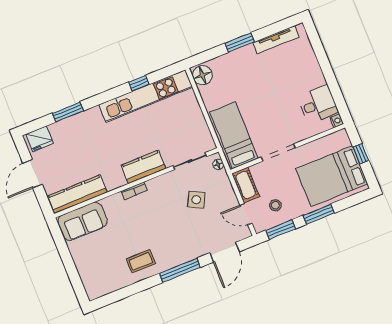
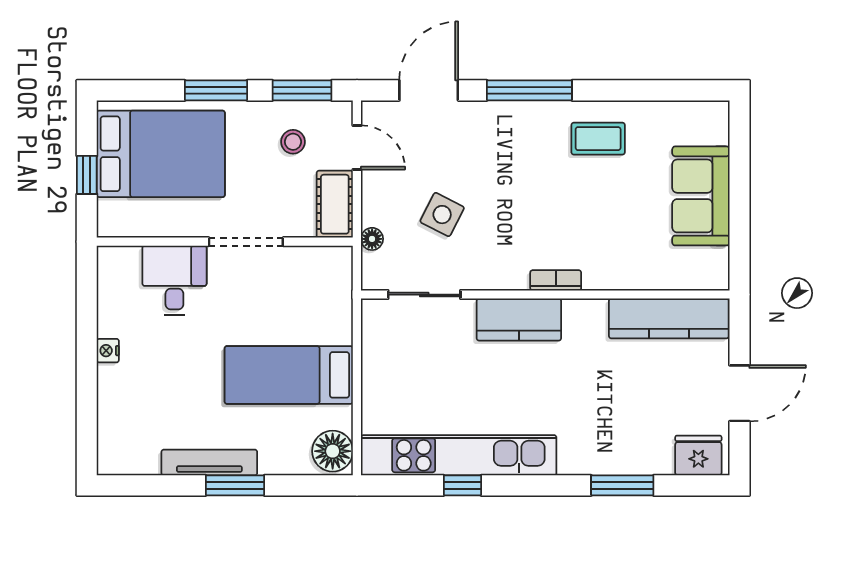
tv unit: (276, 40) -> (209, 463), moved
desk: (318, 104) -> (174, 280), moved, turned 90
nightstand: (337, 121) -> (108, 351), moved
bed: (234, 135) -> (289, 375), moved, turned 90
floor lamp: (218, 164) -> (372, 239), moved
sofa: (82, 221) -> (701, 196), moved, turned -90

